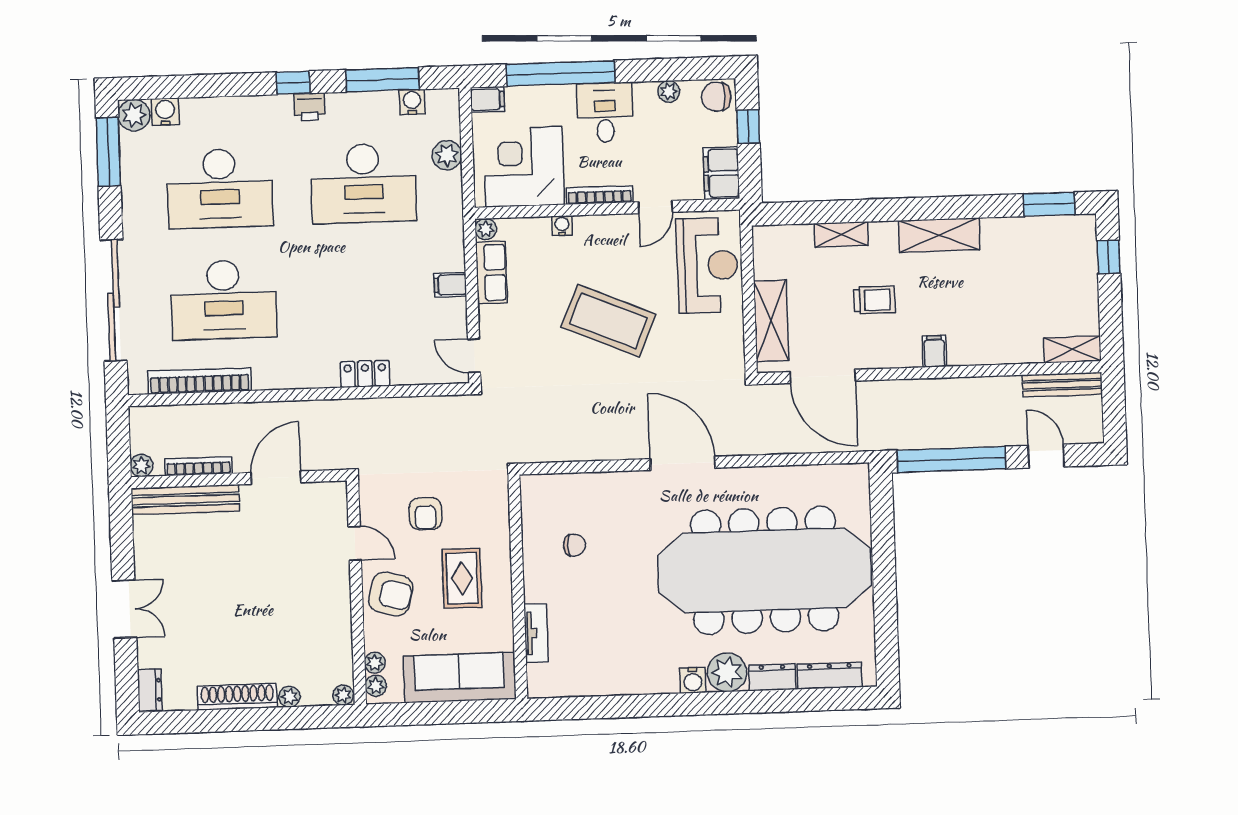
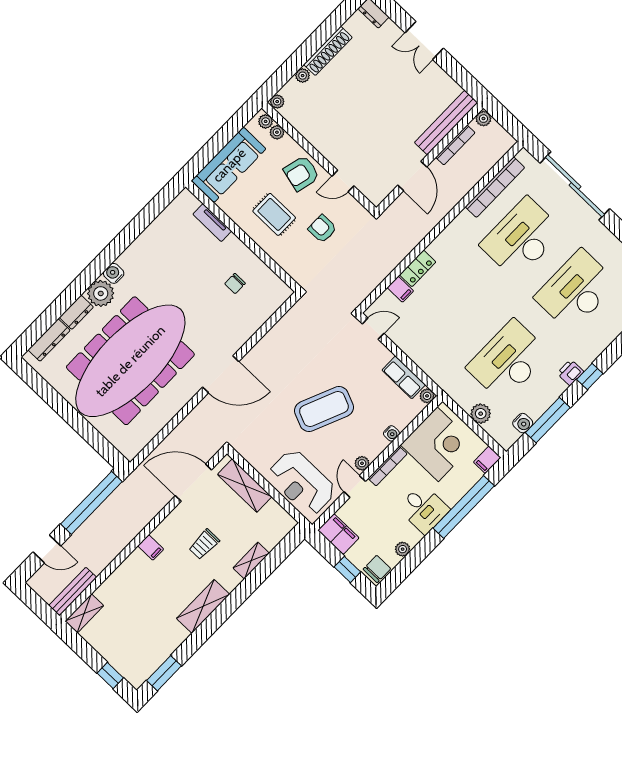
plant: (624, 224) -> (362, 463), added
filing cabinet: (450, 285) -> (400, 289), moved, turned 90

